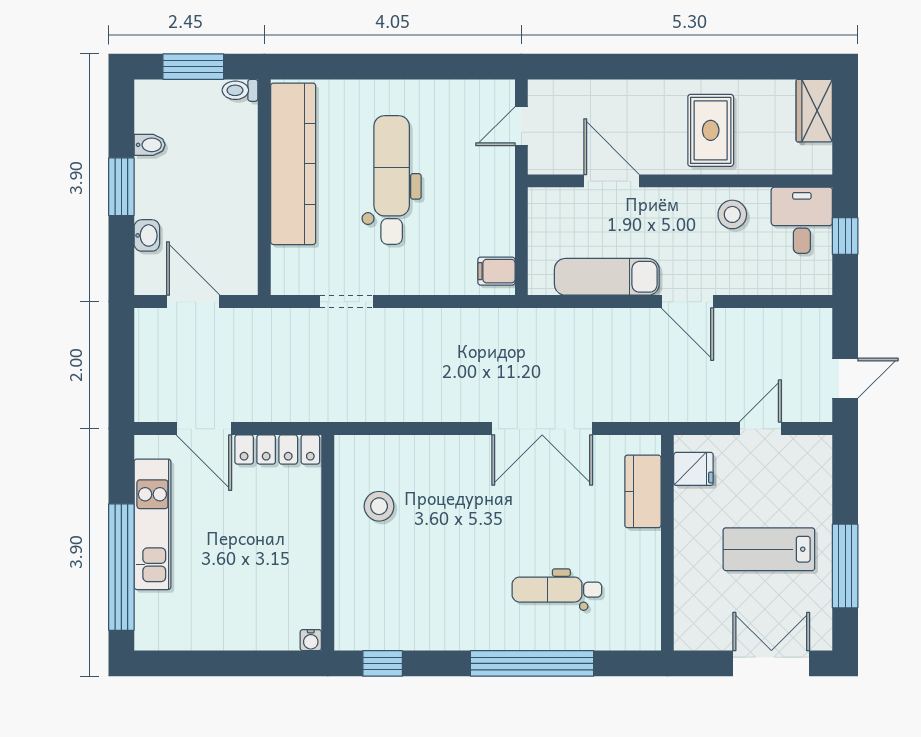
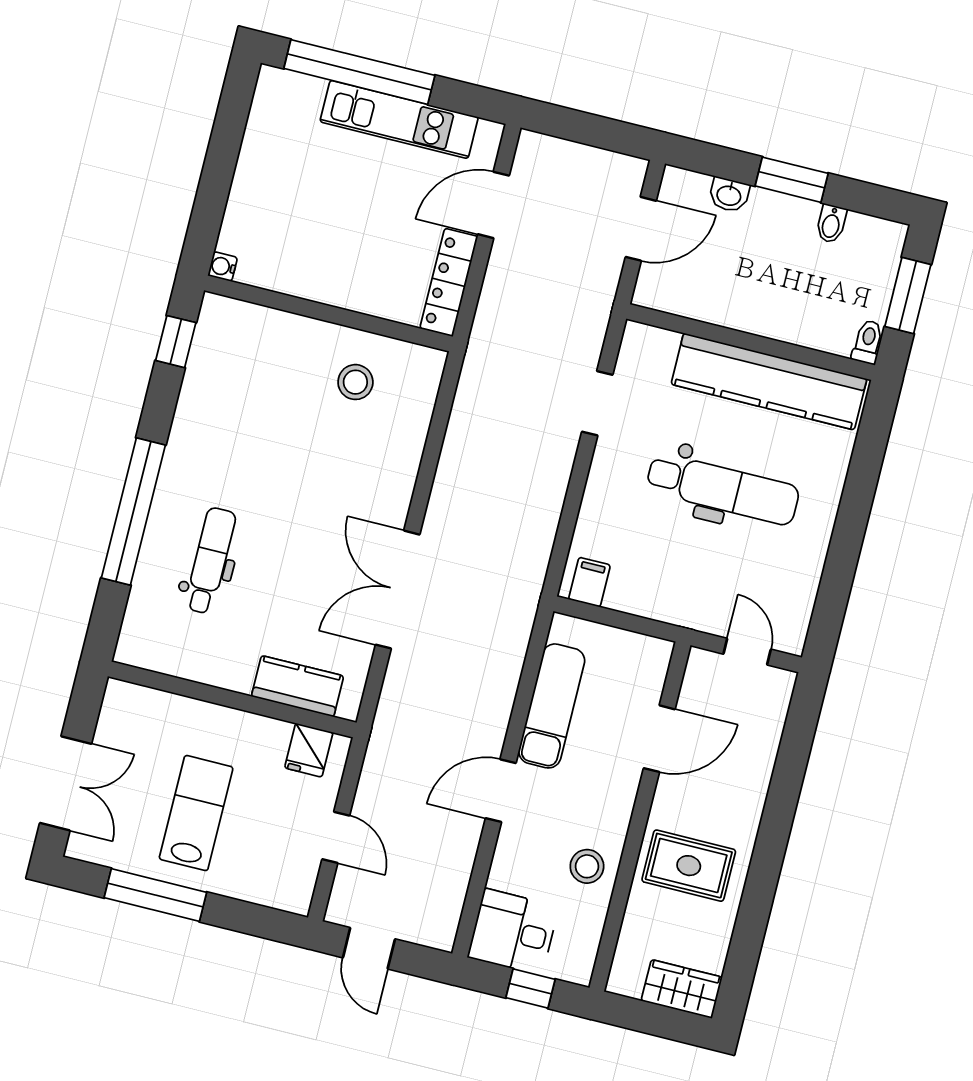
desk: (802, 220) -> (513, 932), moved, turned 180

